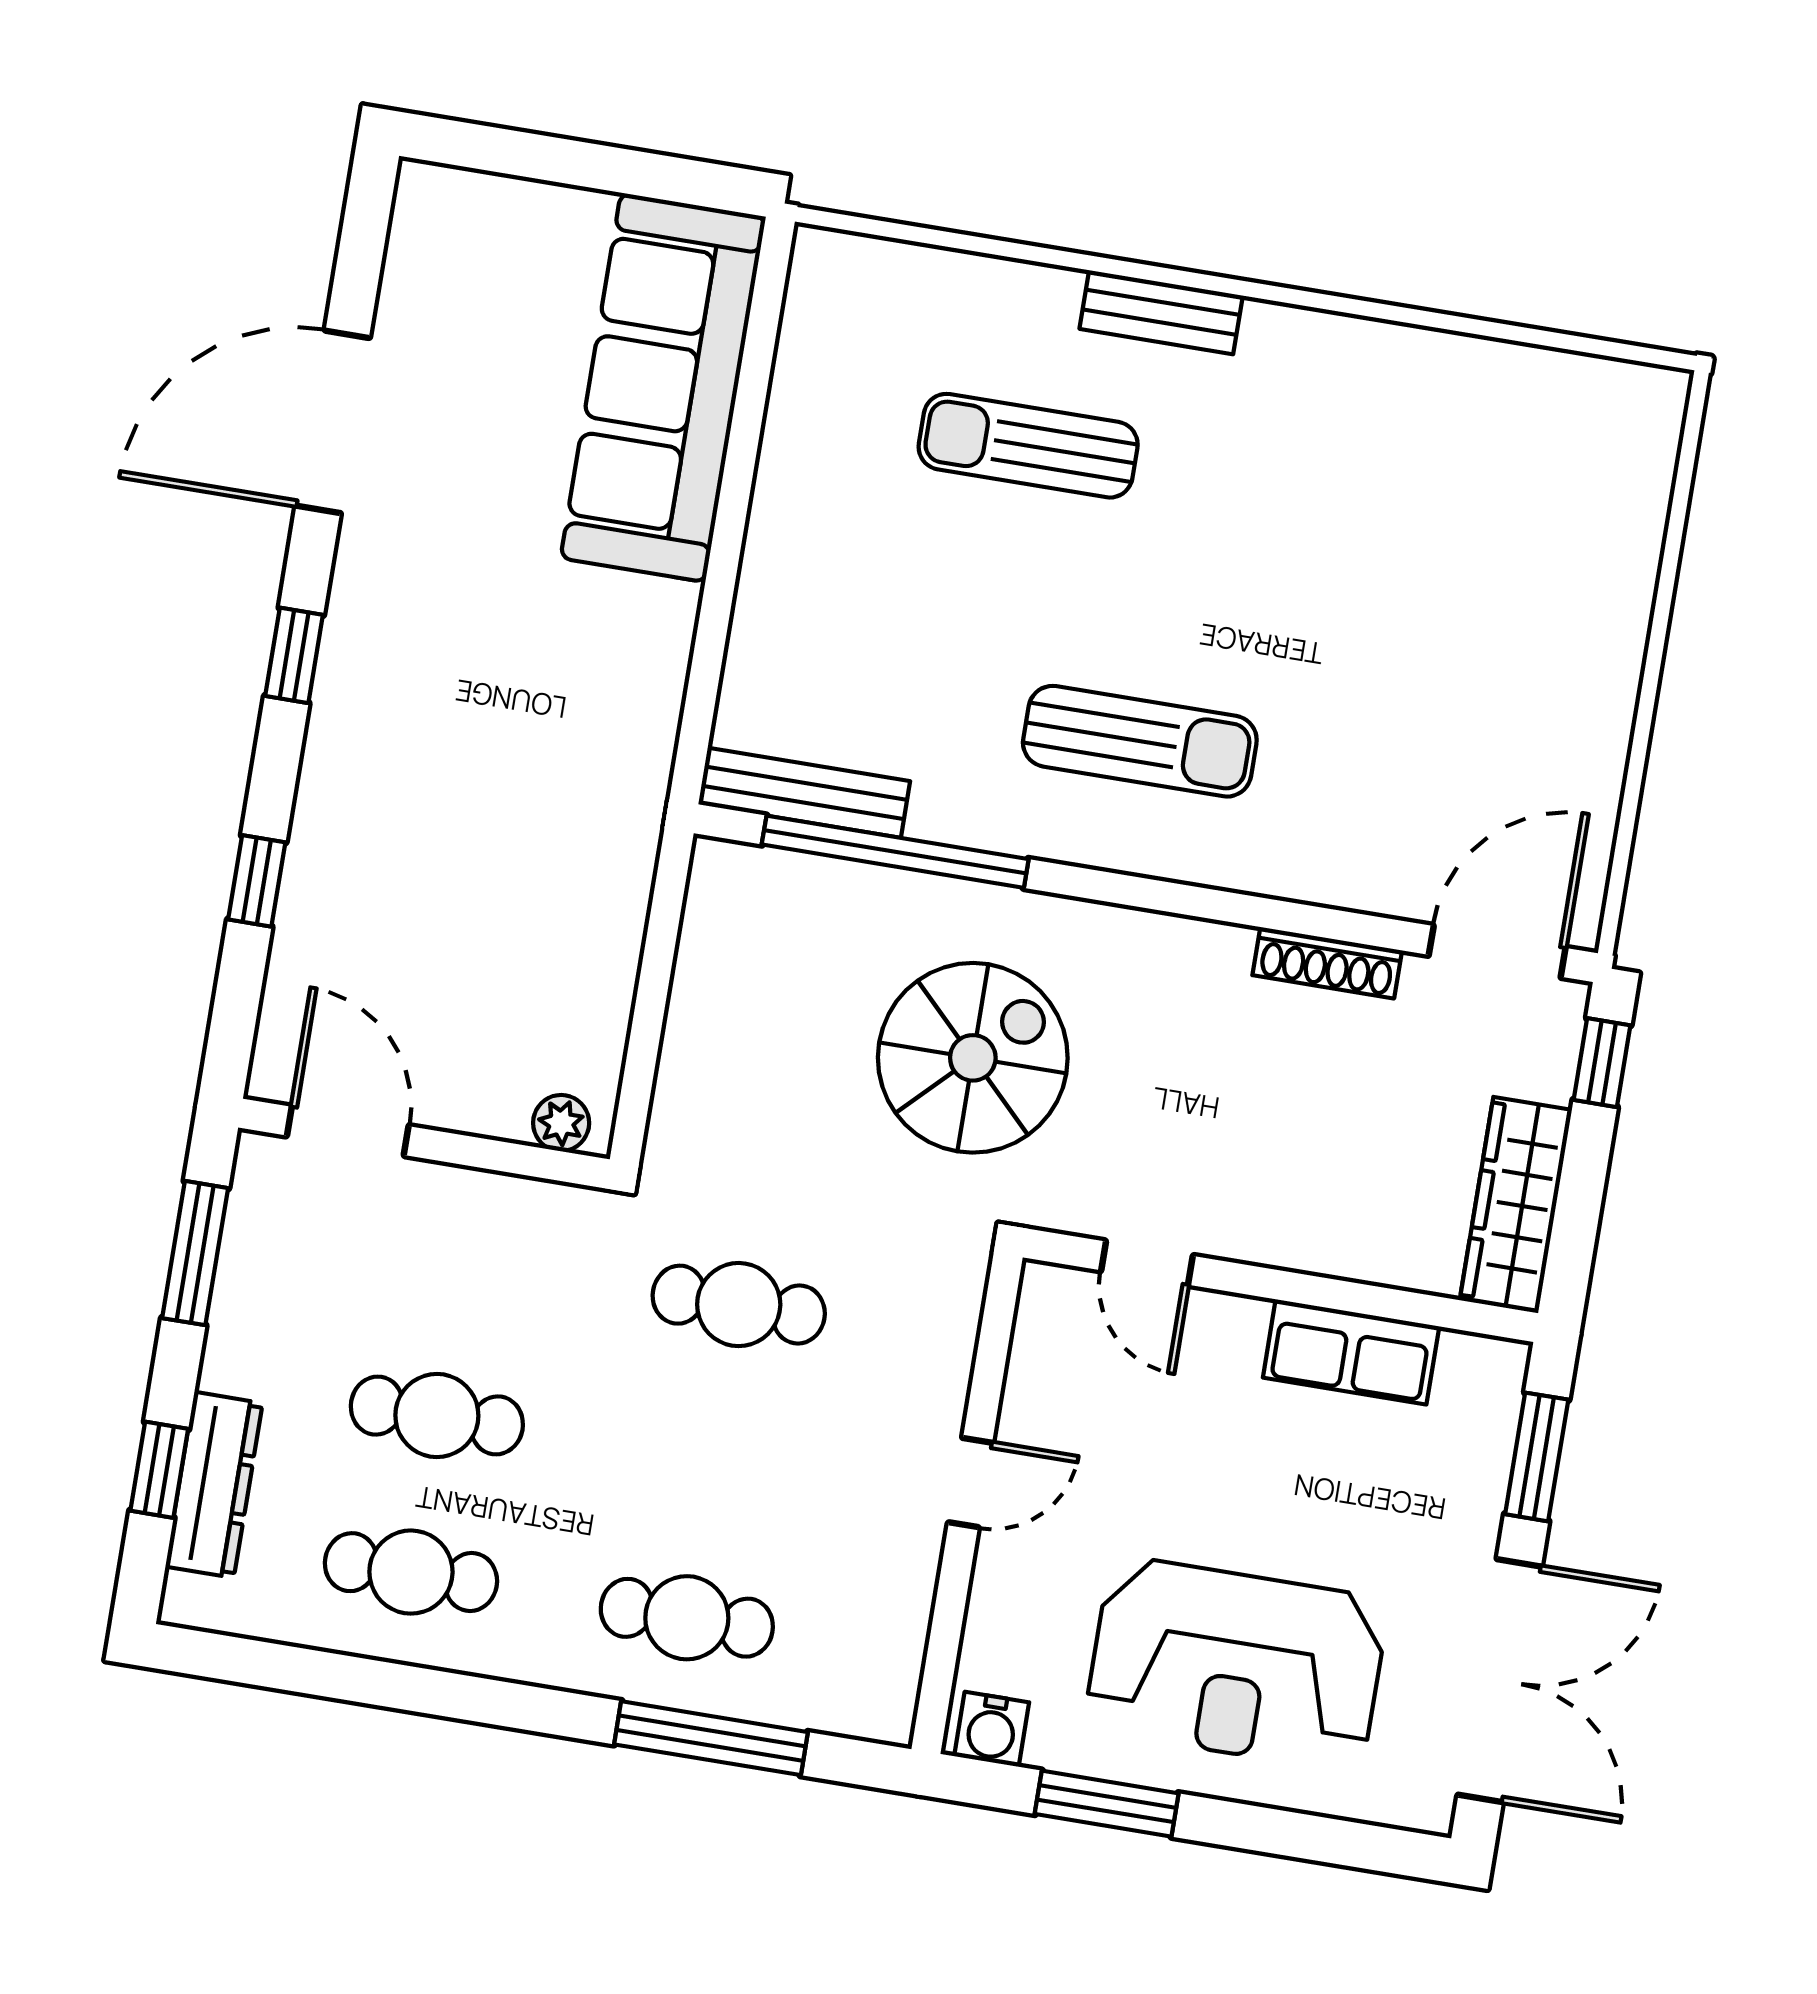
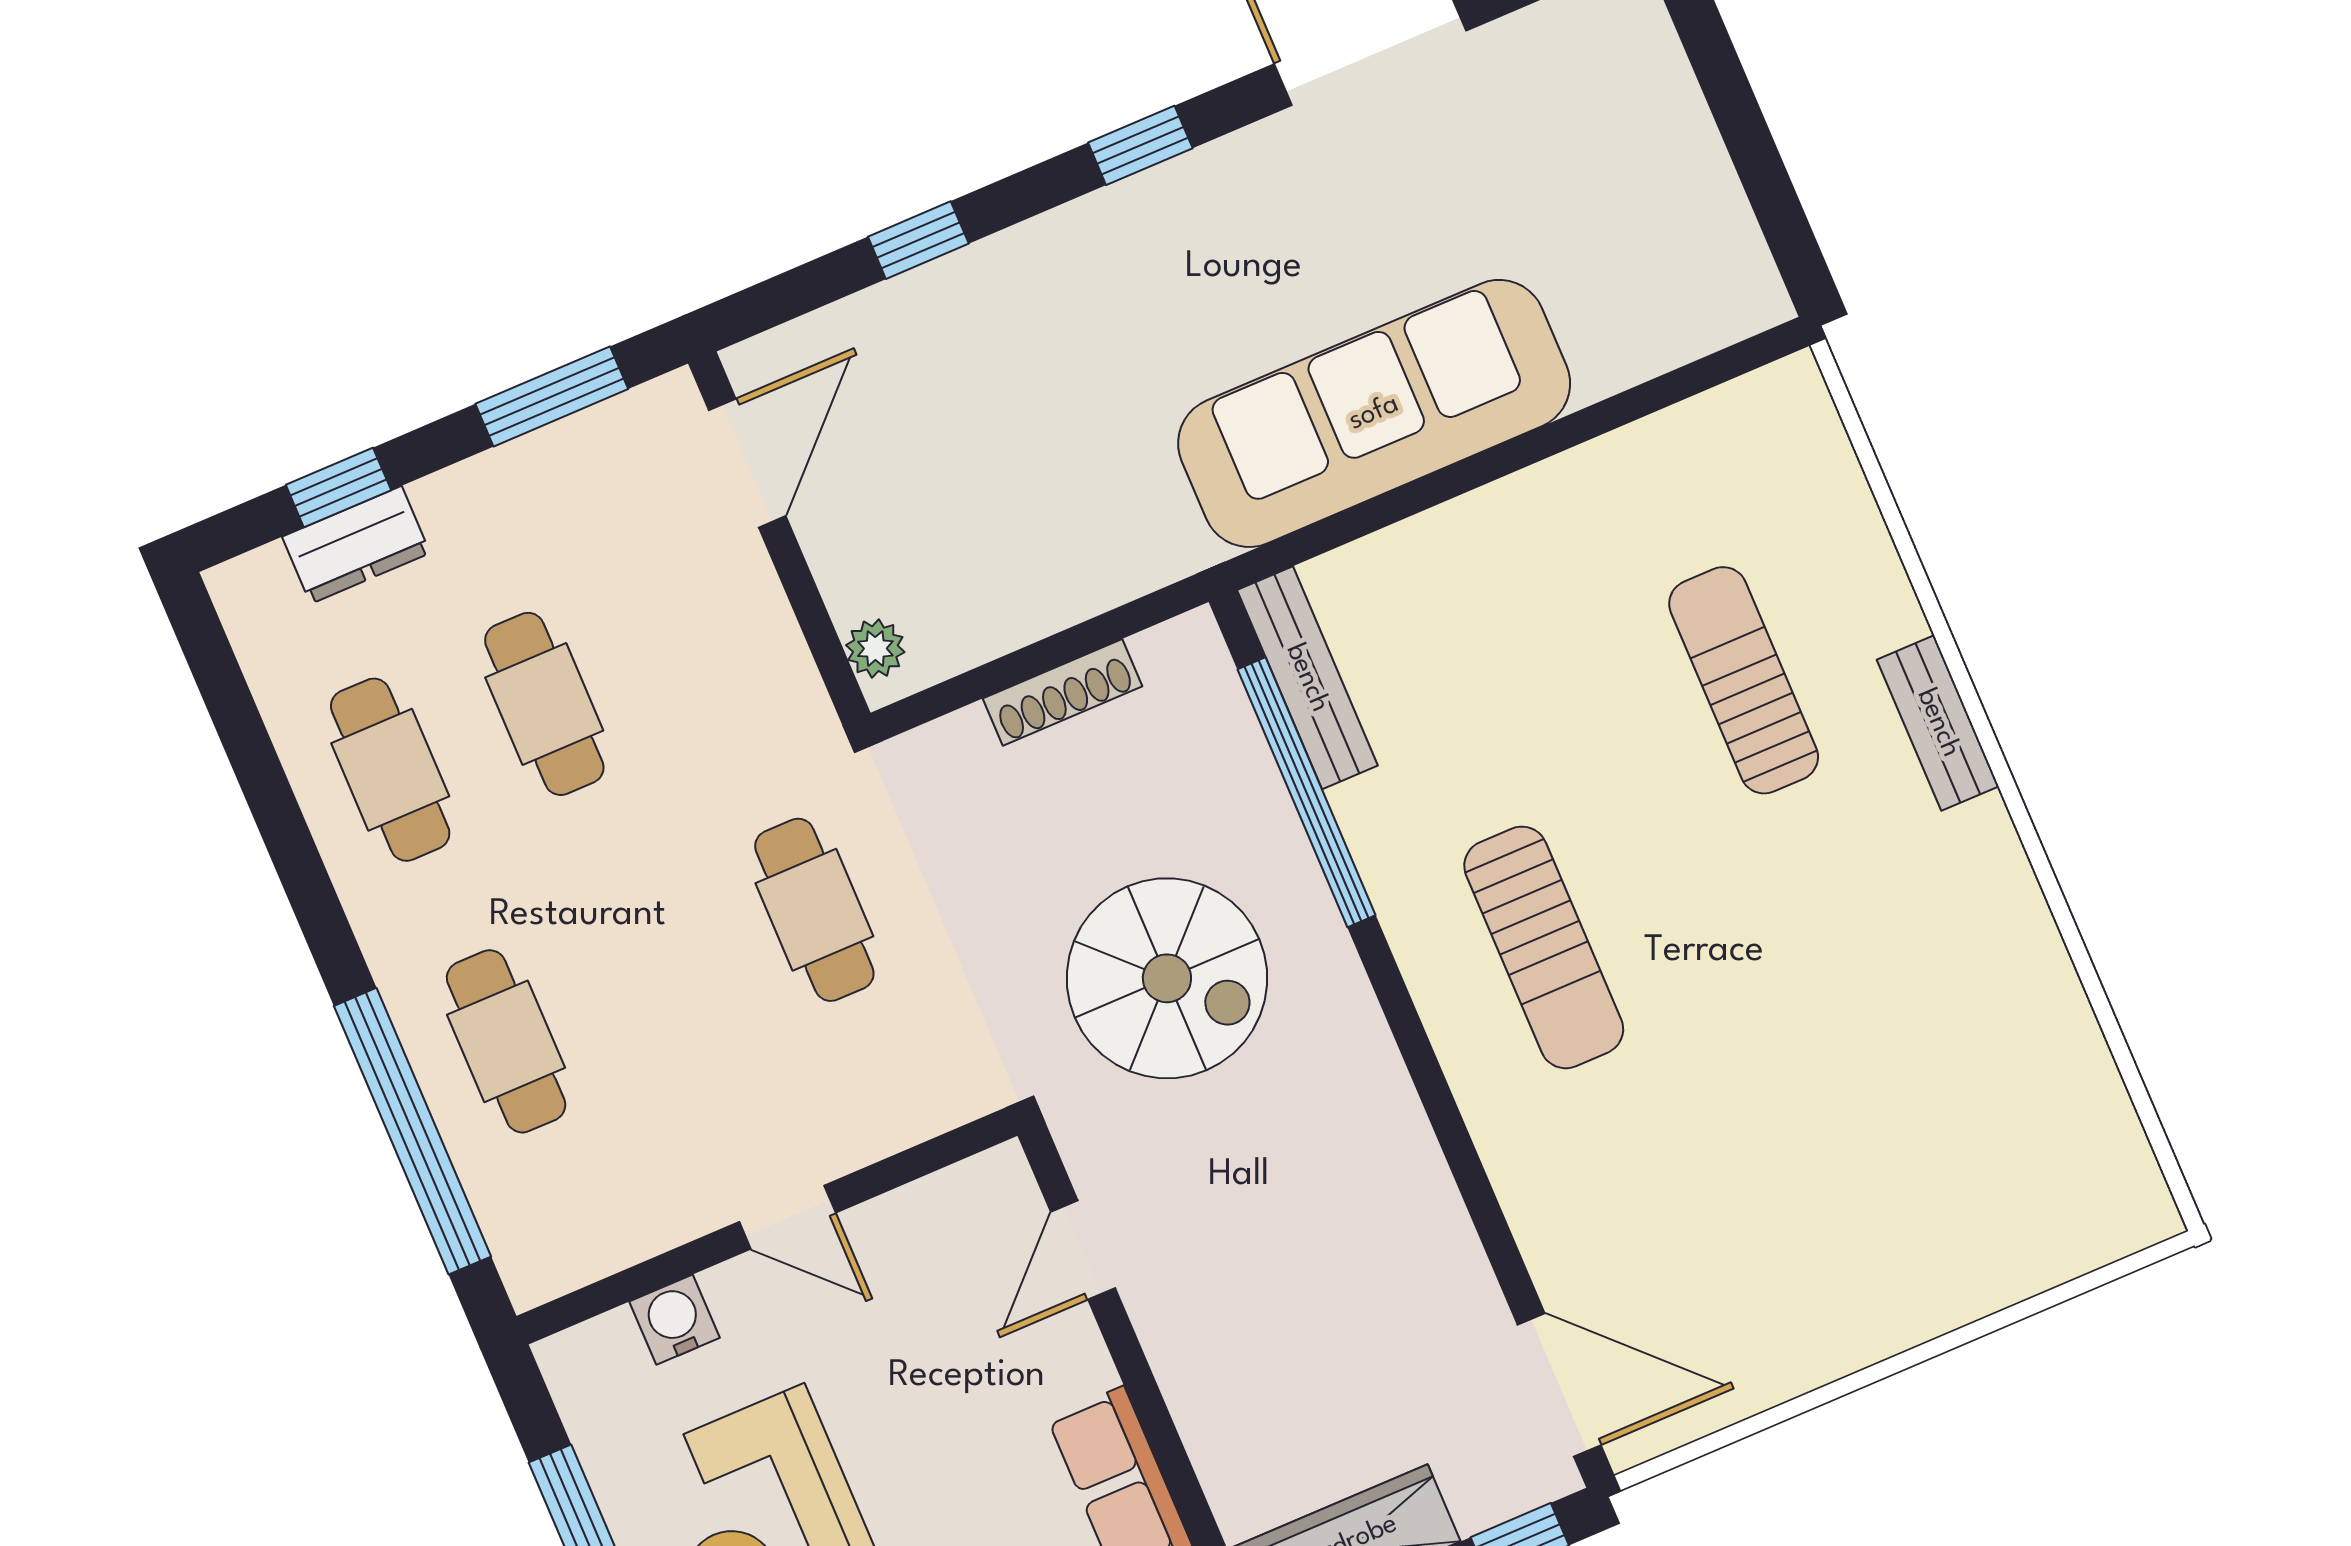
sofa: (663, 387) -> (1374, 413), moved
shoe rack: (1327, 963) -> (1062, 692), moved, turned -90
dresser: (214, 1485) -> (356, 545), width x0.70
water cooler: (992, 1729) -> (674, 1320), moved, turned 90
window: (711, 1738) -> (413, 1131), width x1.46

